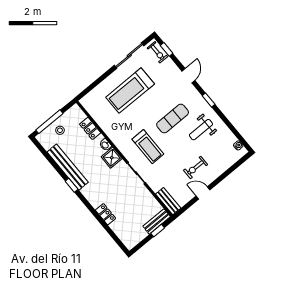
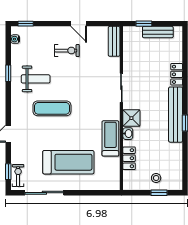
window: (209, 100) -> (8, 73), moved
window: (49, 122) -> (159, 193), width x0.46
treadmill: (148, 147) -> (110, 138), moved
window: (240, 162) -> (26, 24), added
bench: (68, 167) -> (176, 115), moved
bench: (157, 221) -> (158, 32), moved

